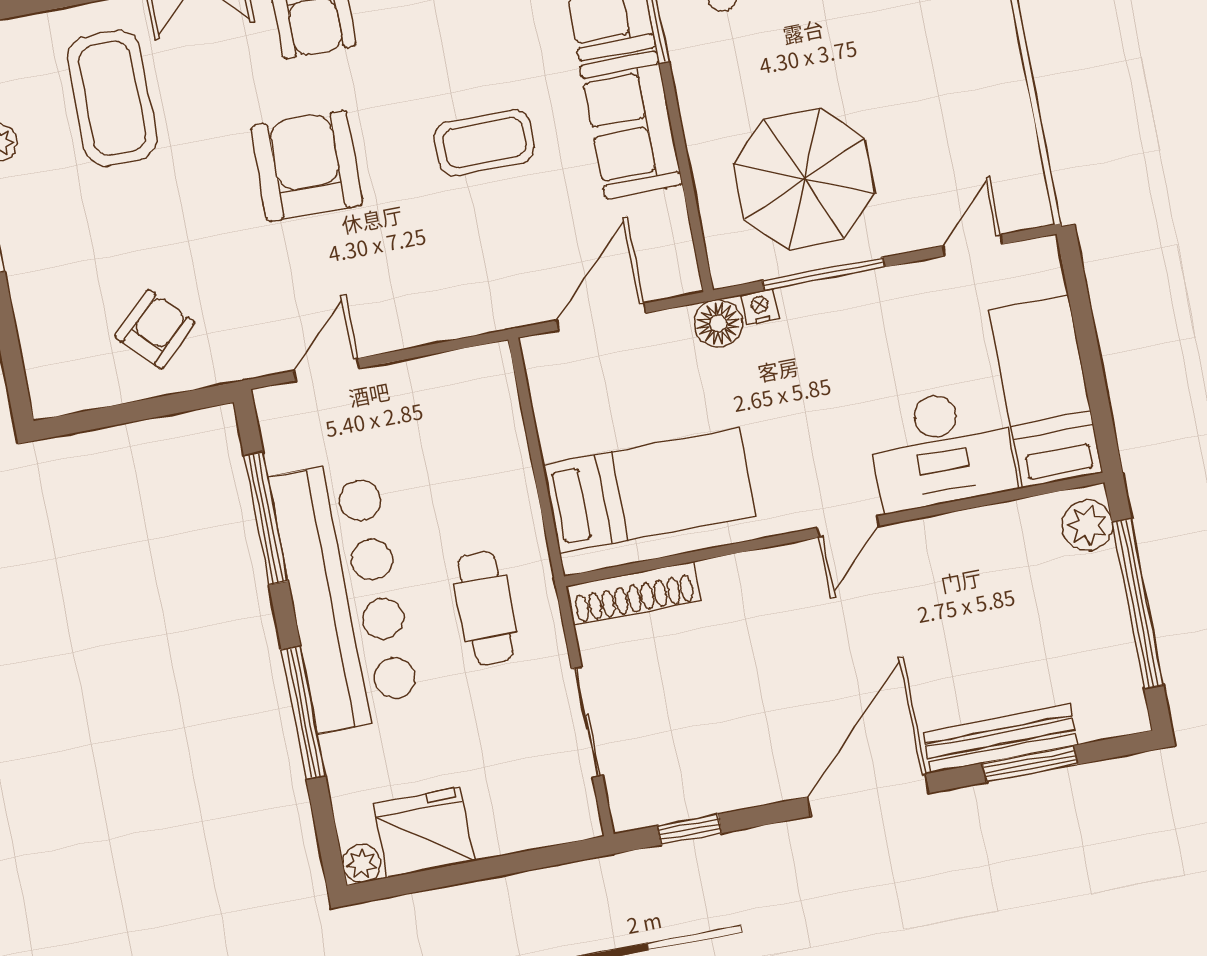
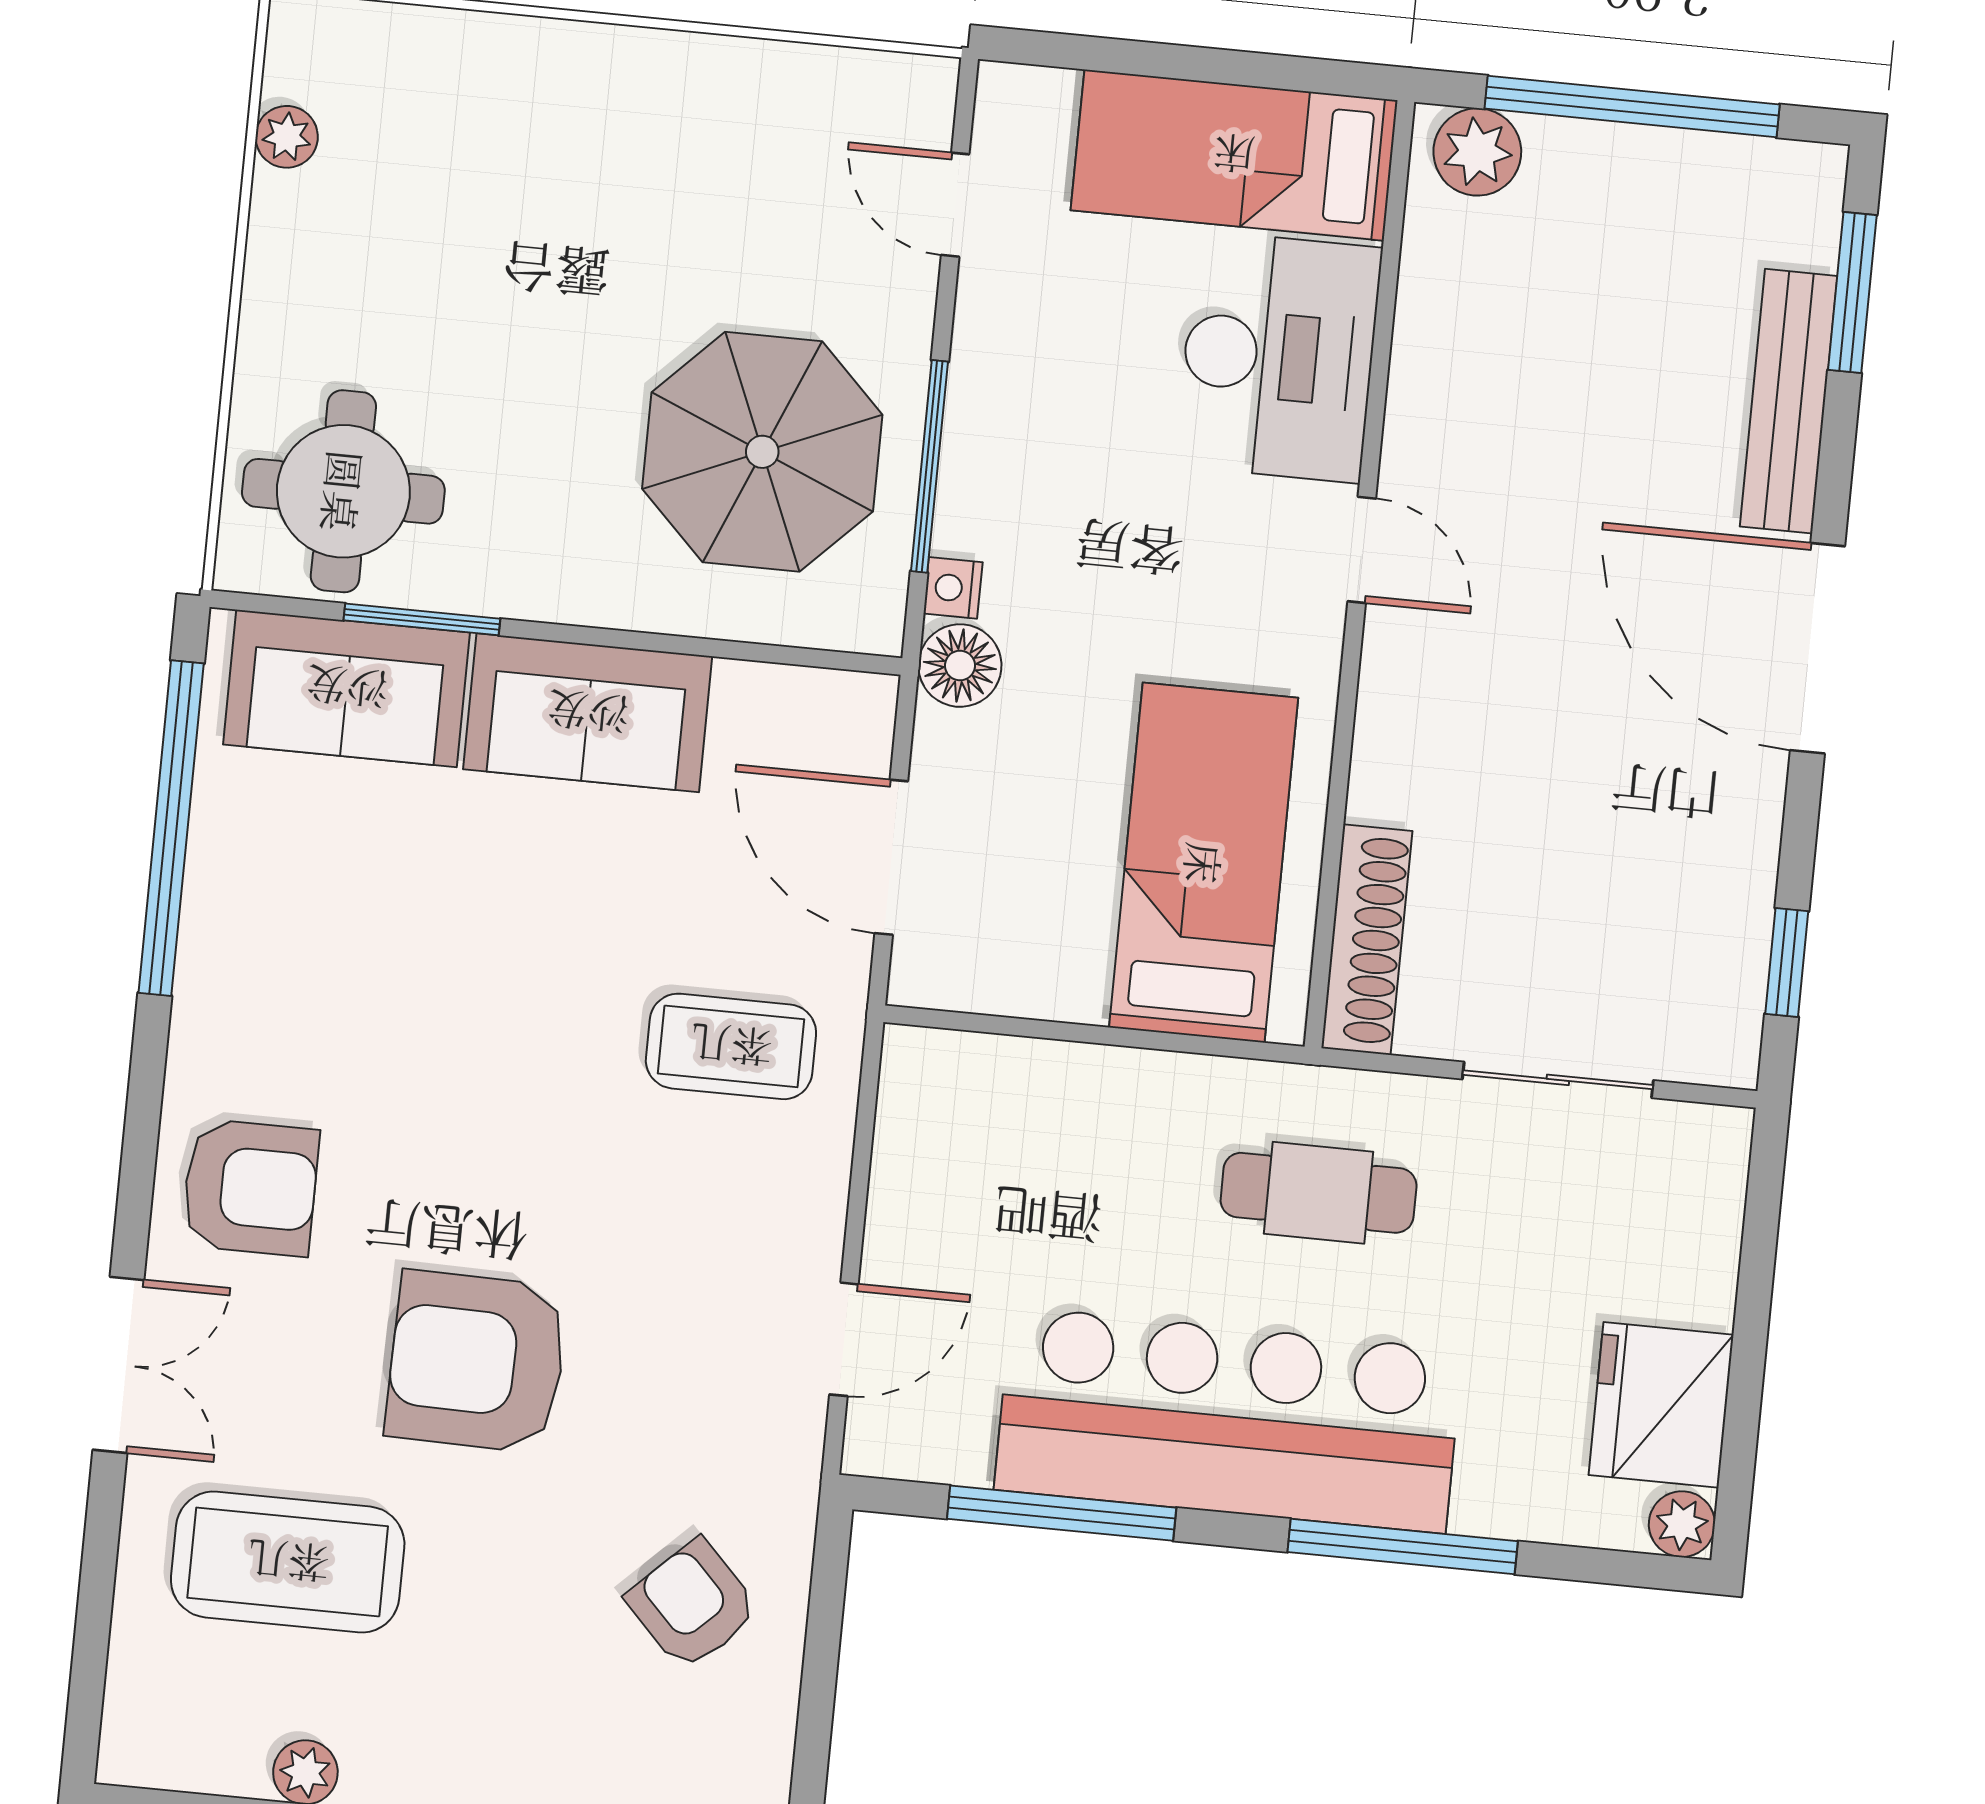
coffee table: (484, 143) -> (731, 1046), moved, turned 90
armchair: (307, 166) -> (477, 1362), moved
door: (327, 370) -> (844, 1339), swing flipped
window: (1030, 764) -> (1852, 293), moved

